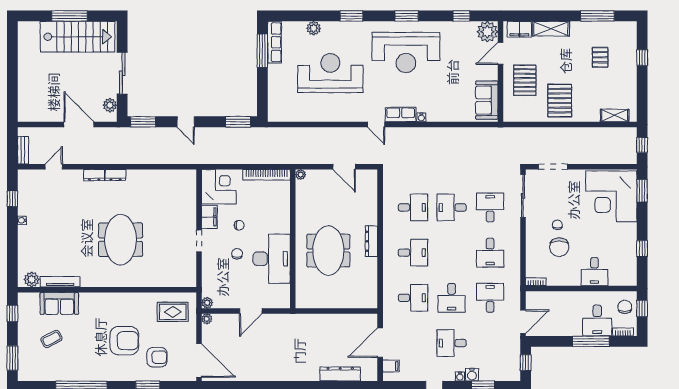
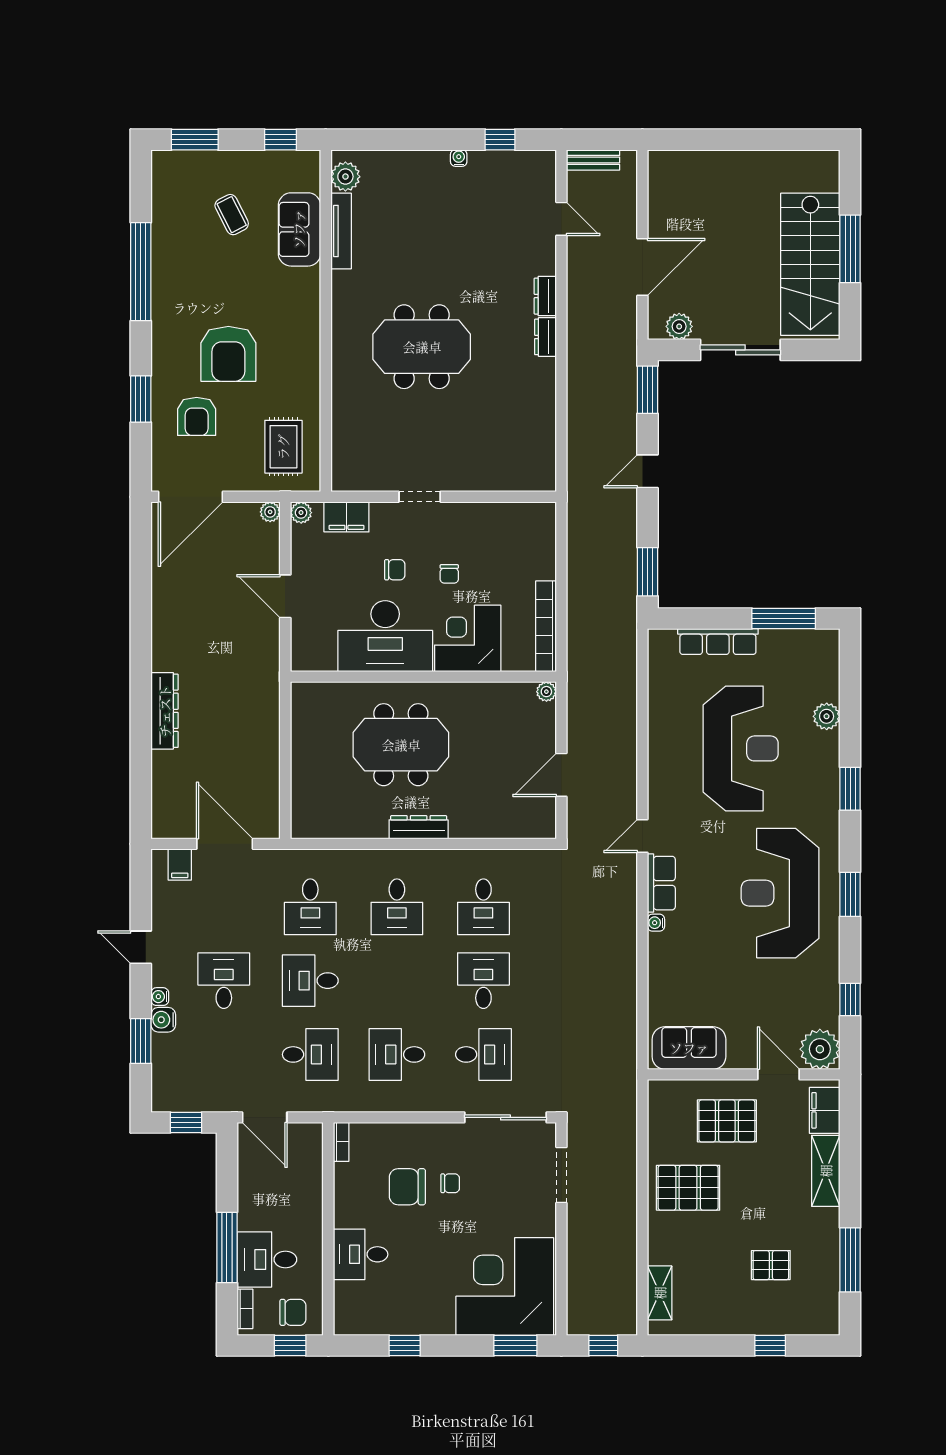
row of seats: (274, 42) -> (718, 642), moved
corner desk: (219, 187) -> (468, 638), moved, turned 180
filing cabinet: (209, 217) -> (346, 517), moved
dresser: (340, 374) -> (165, 711), moved

